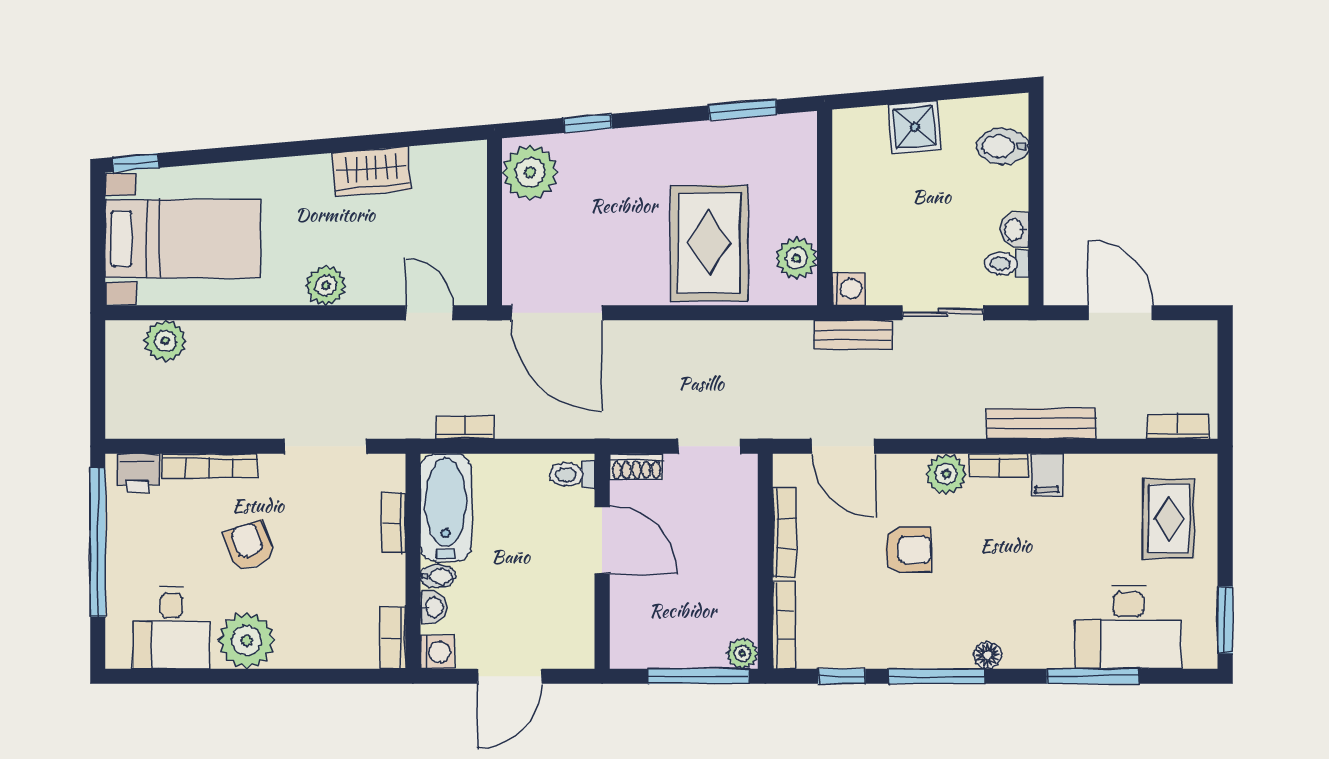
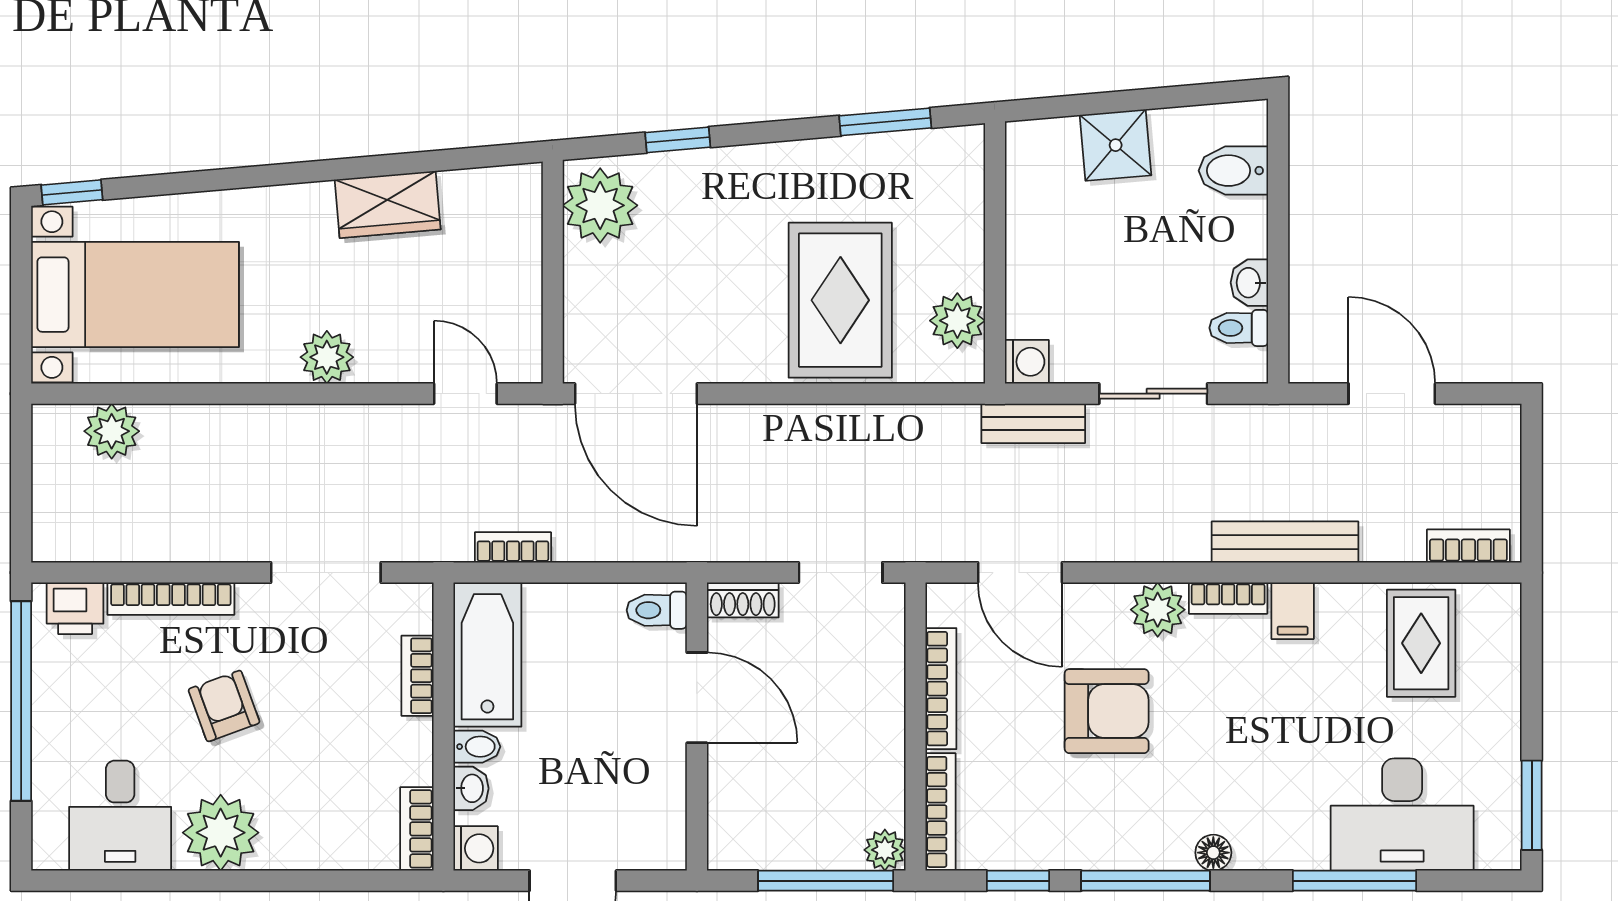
rug: (1169, 519) -> (1421, 643), moved
armchair: (908, 550) -> (1107, 711), width x1.38, depth x1.38

